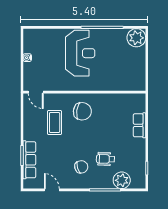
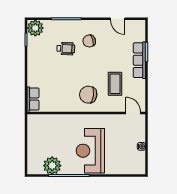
plant: (136, 38) -> (52, 166), moved
row of seats: (140, 125) -> (33, 99), moved
row of seats: (29, 160) -> (139, 60), moved
plant: (122, 180) -> (35, 28), moved

